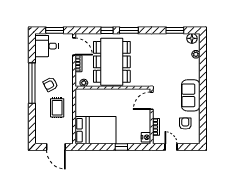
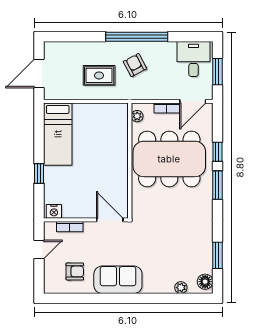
bed: (96, 130) -> (58, 134), width x0.67

